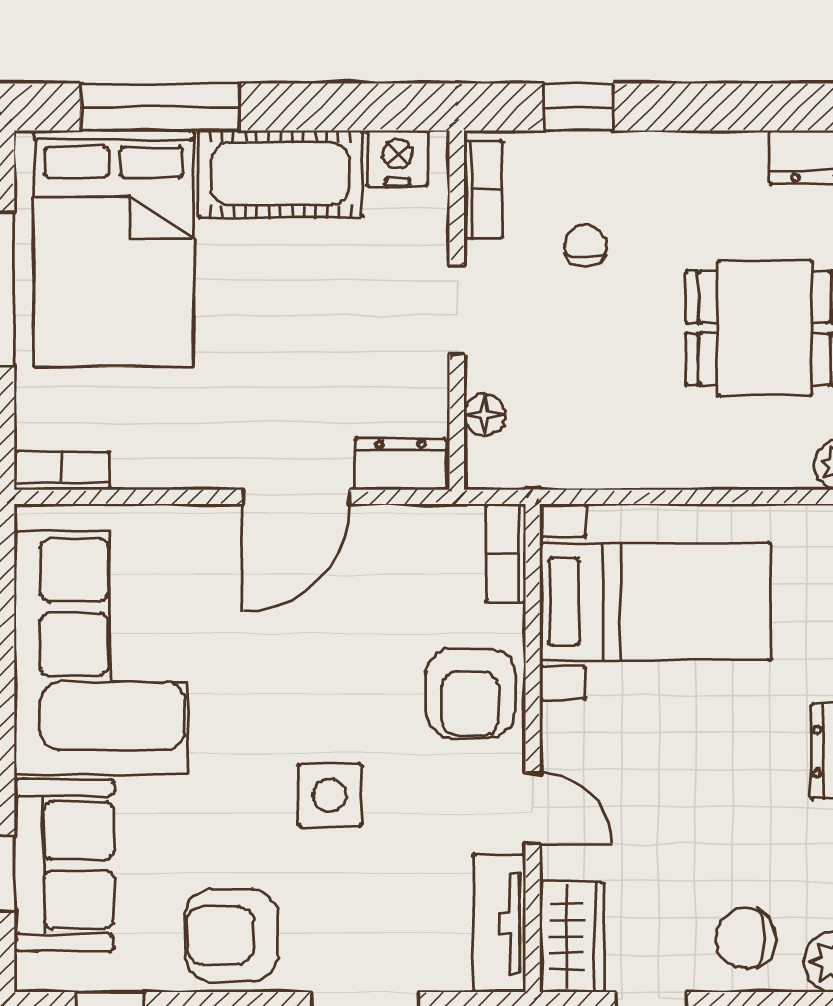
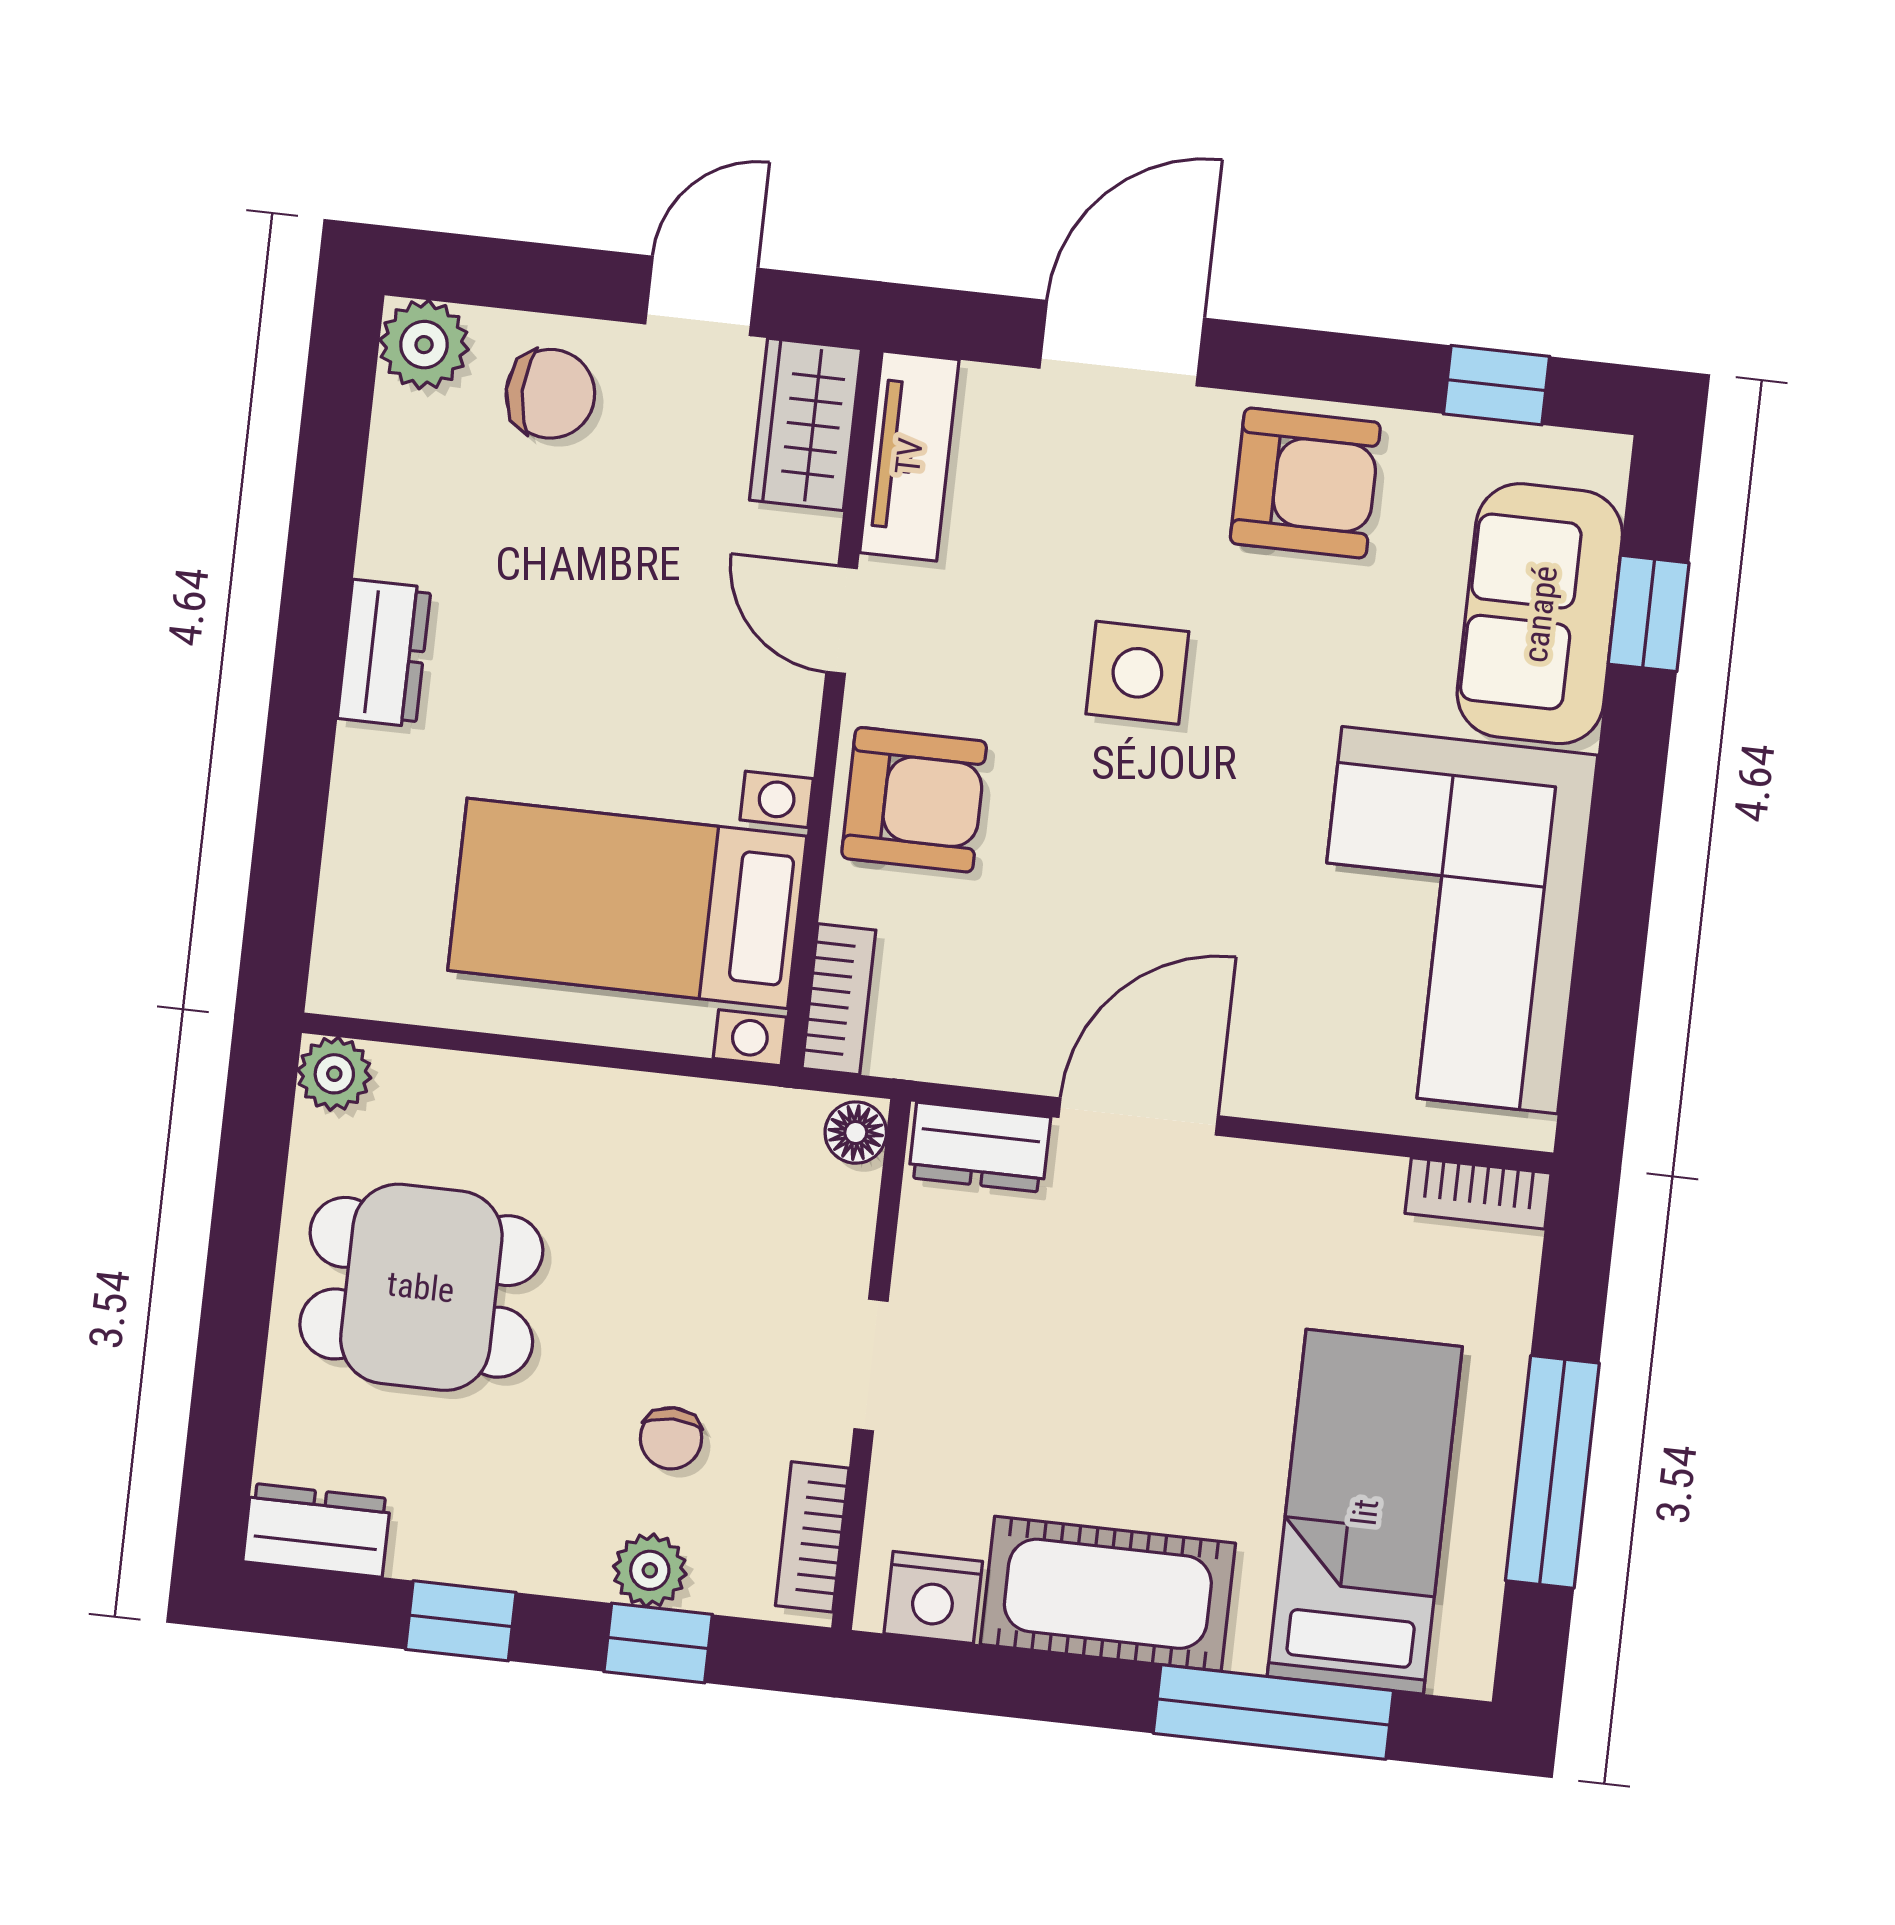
window: (713, 107) -> (461, 1621), added
plant: (590, 155) -> (650, 1570), added
bed: (114, 248) -> (1365, 1512), width x0.67
floor lamp: (485, 415) -> (856, 1133), moved
armchair: (470, 693) -> (914, 800), turned 90

